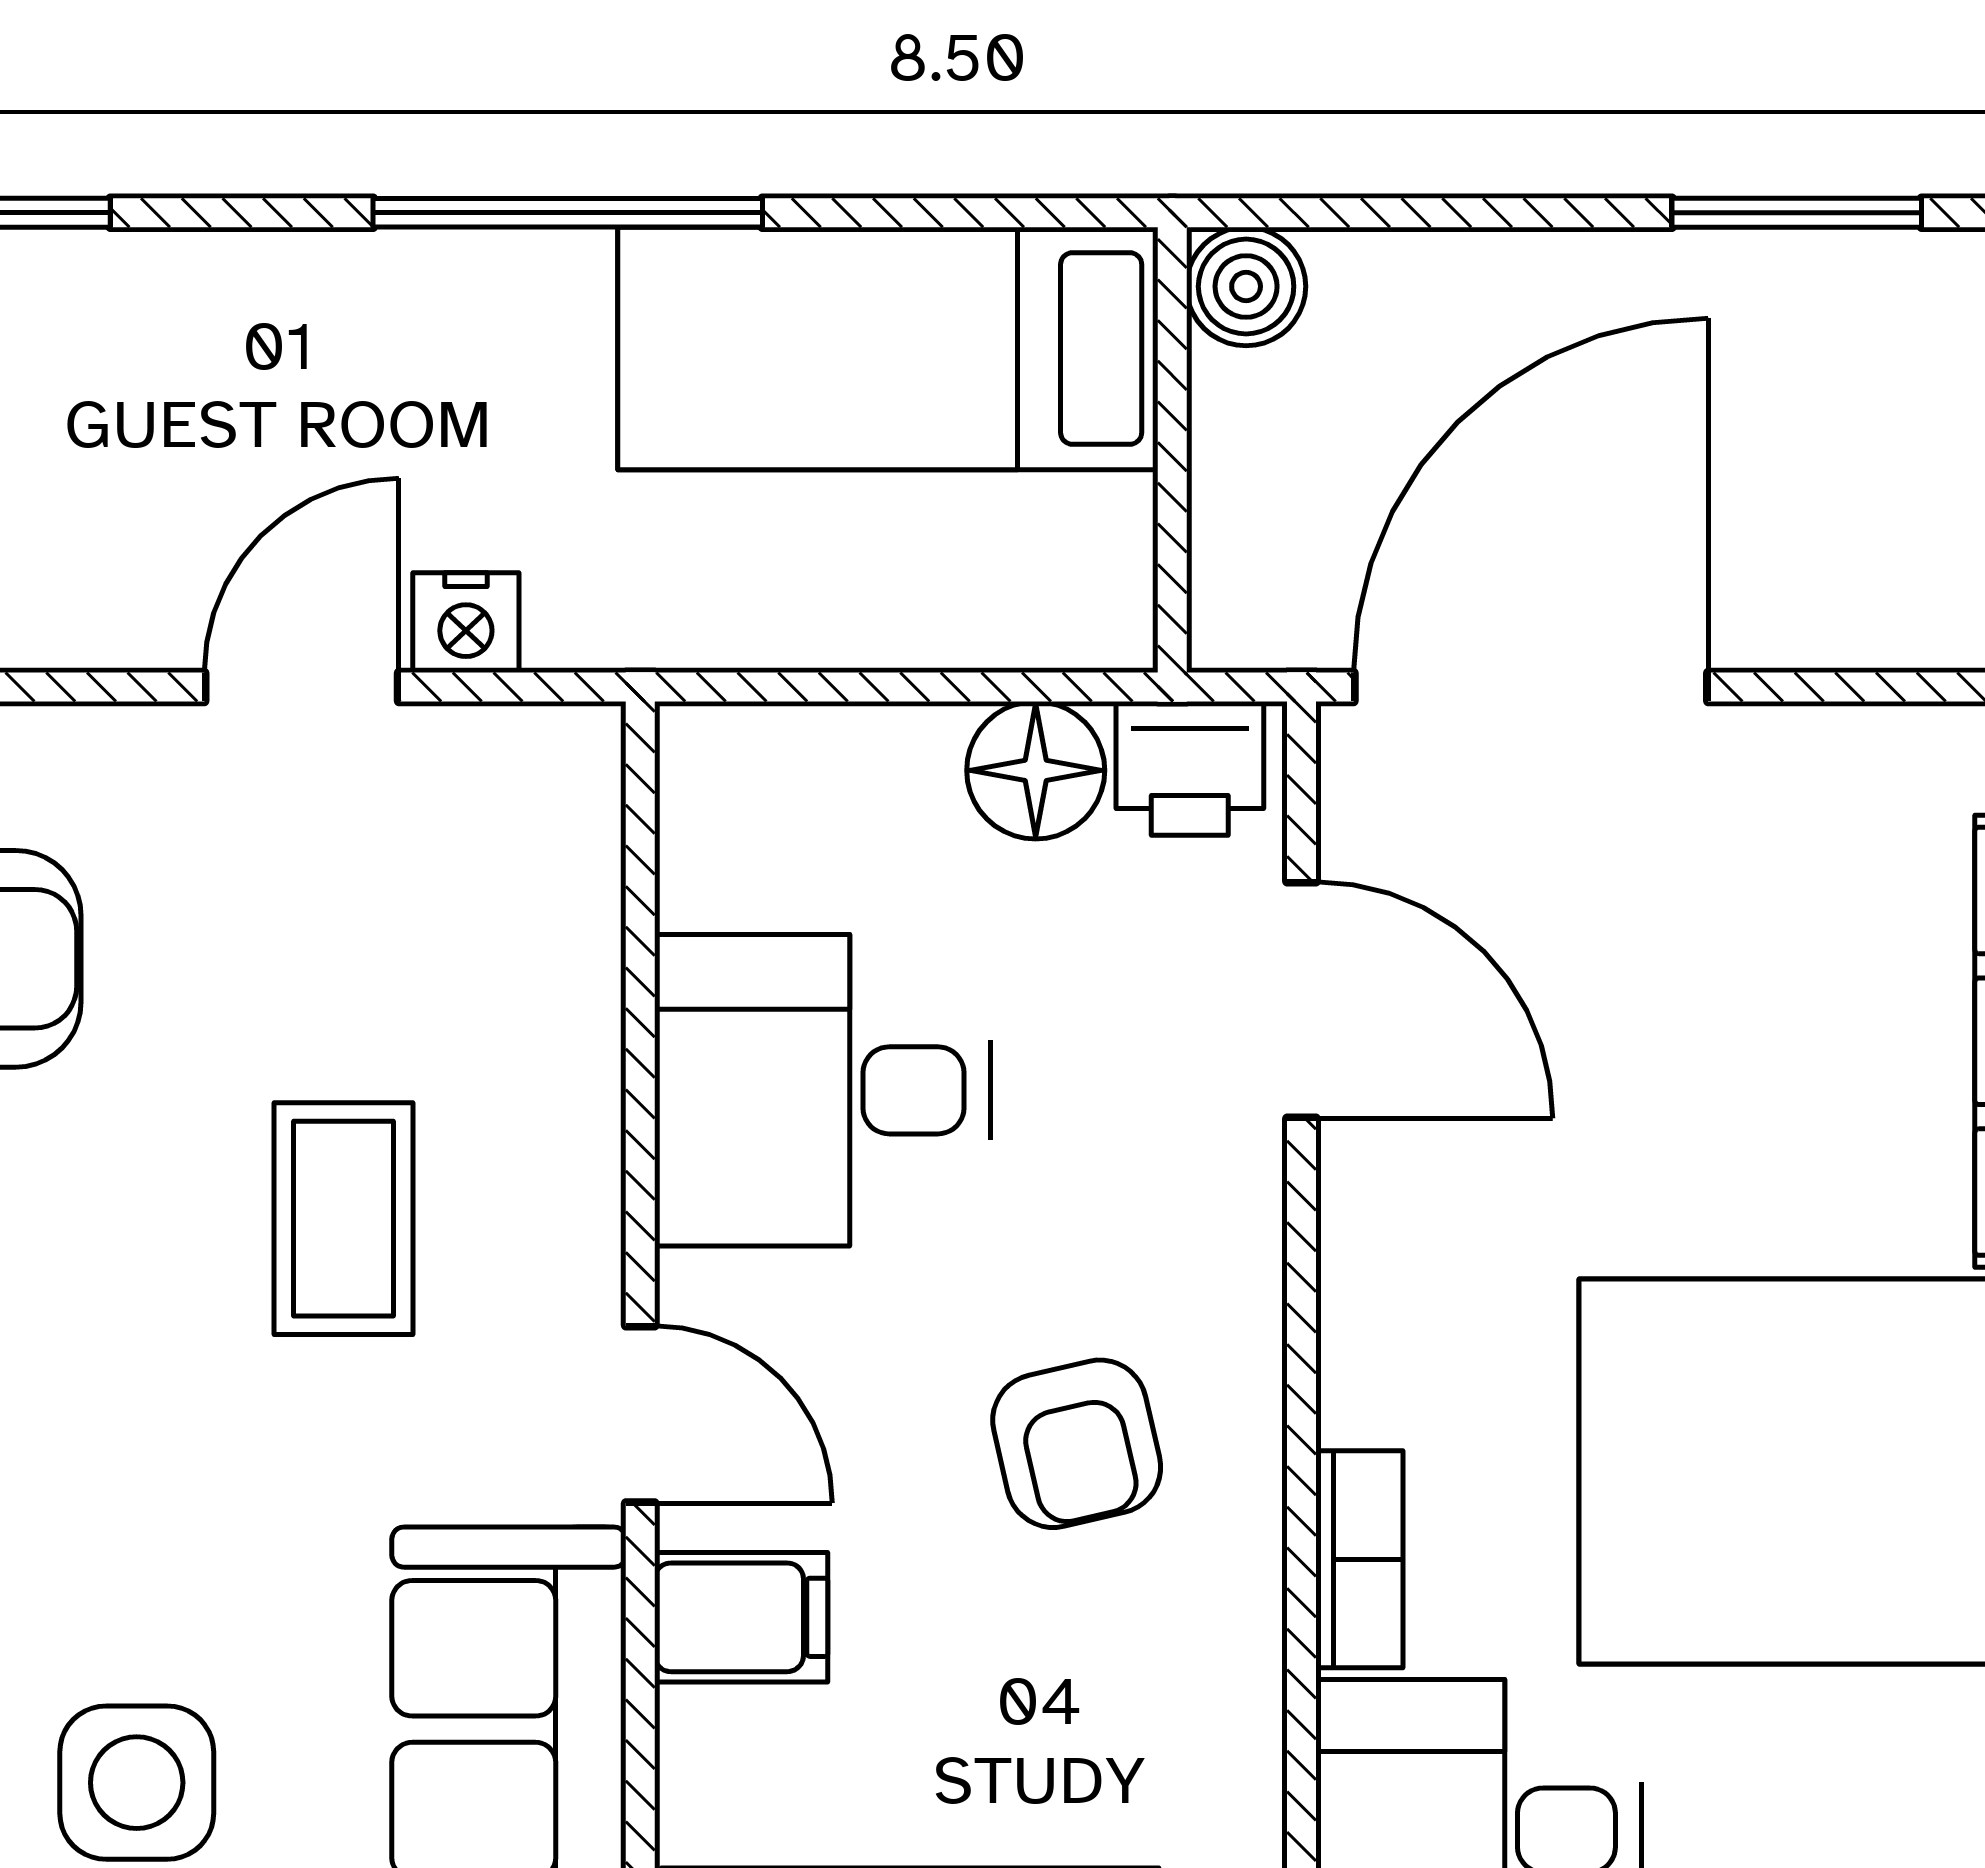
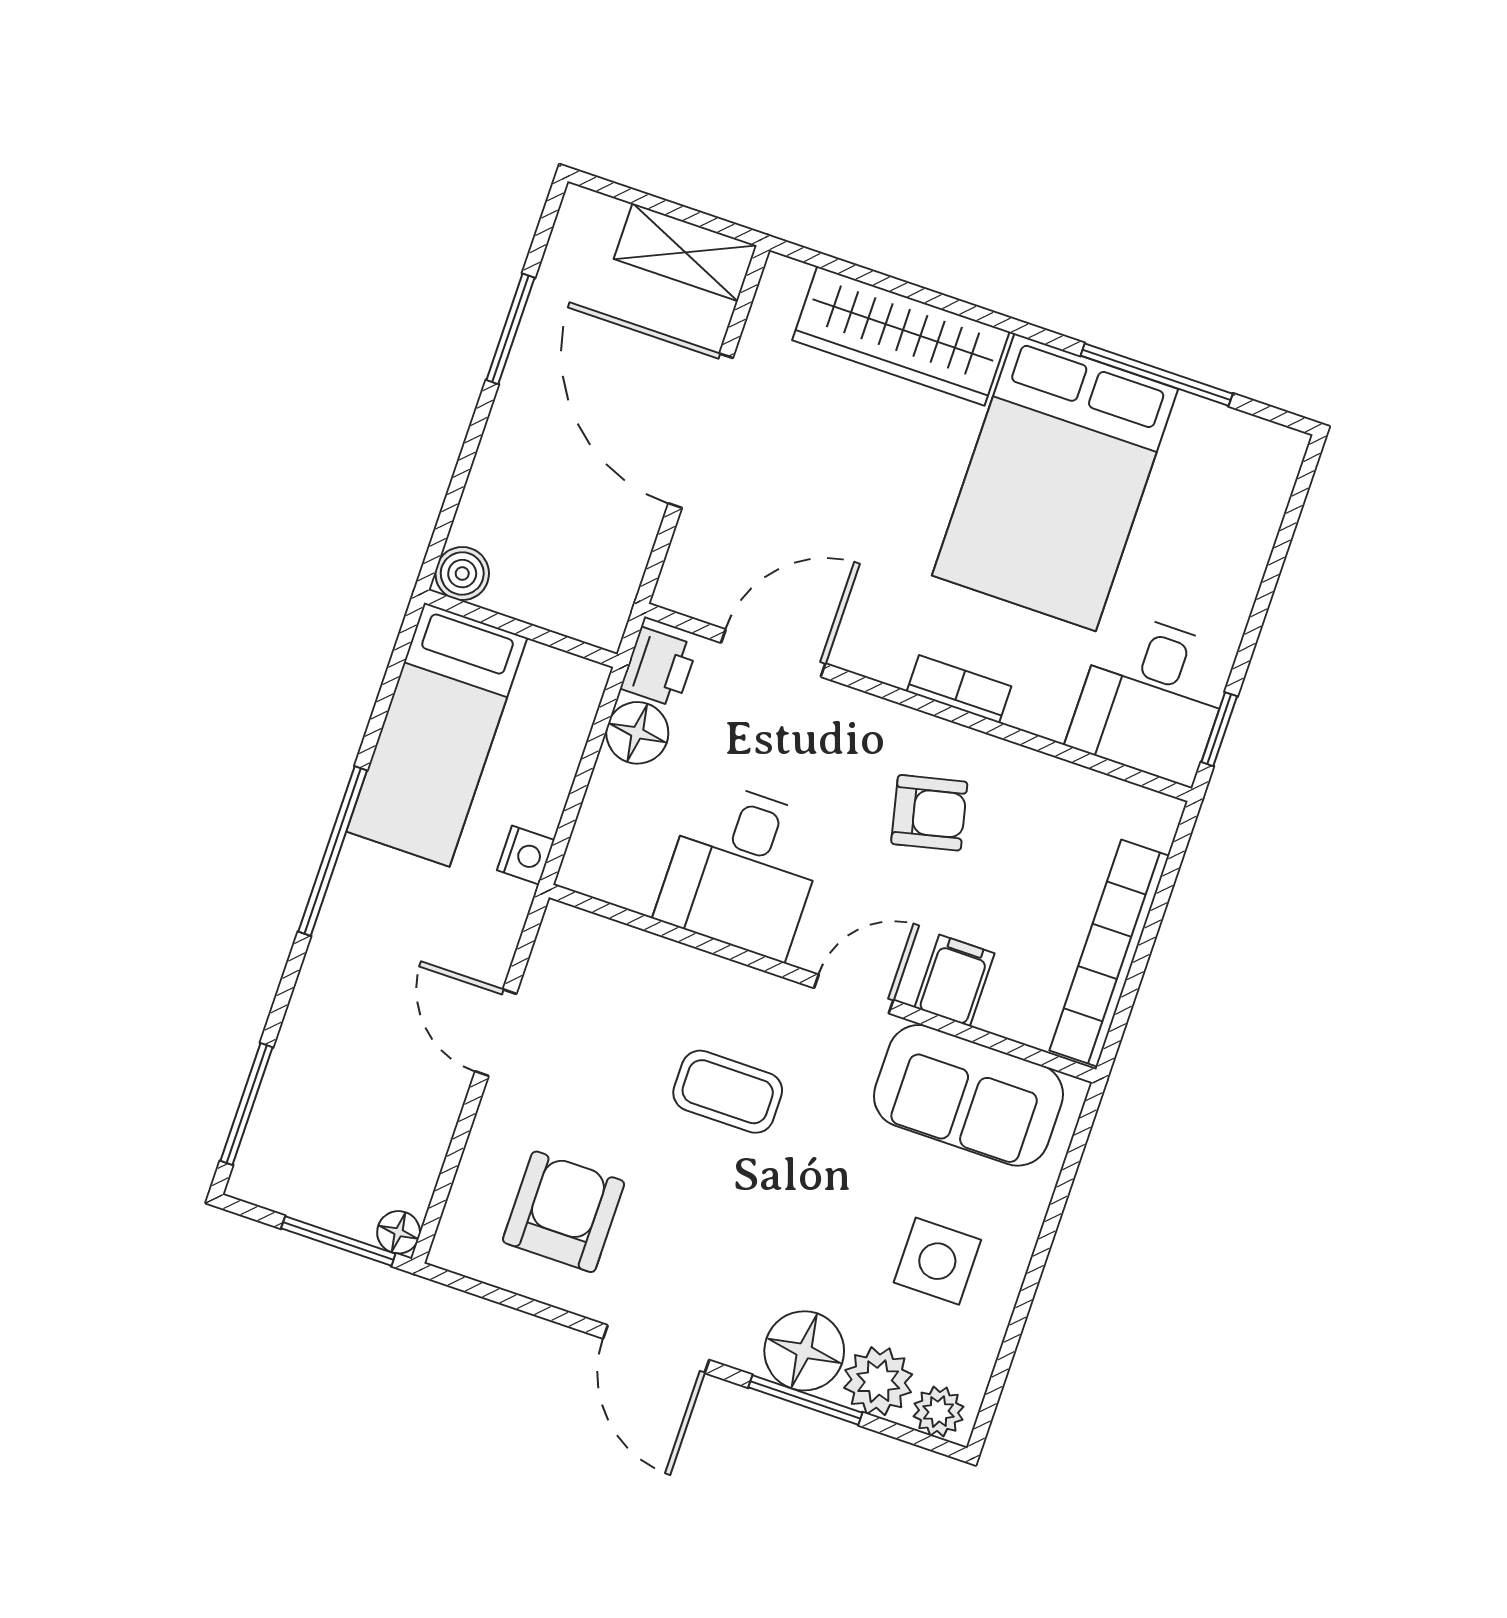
nightstand: (466, 623) -> (526, 855), moved
door: (1531, 687) -> (701, 431), moved
bookcase: (1359, 1559) -> (959, 689), moved

